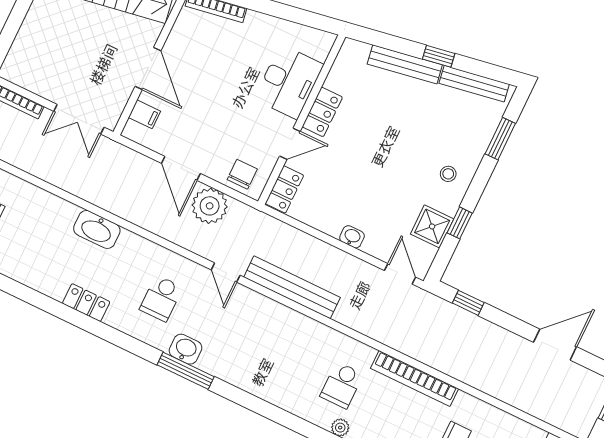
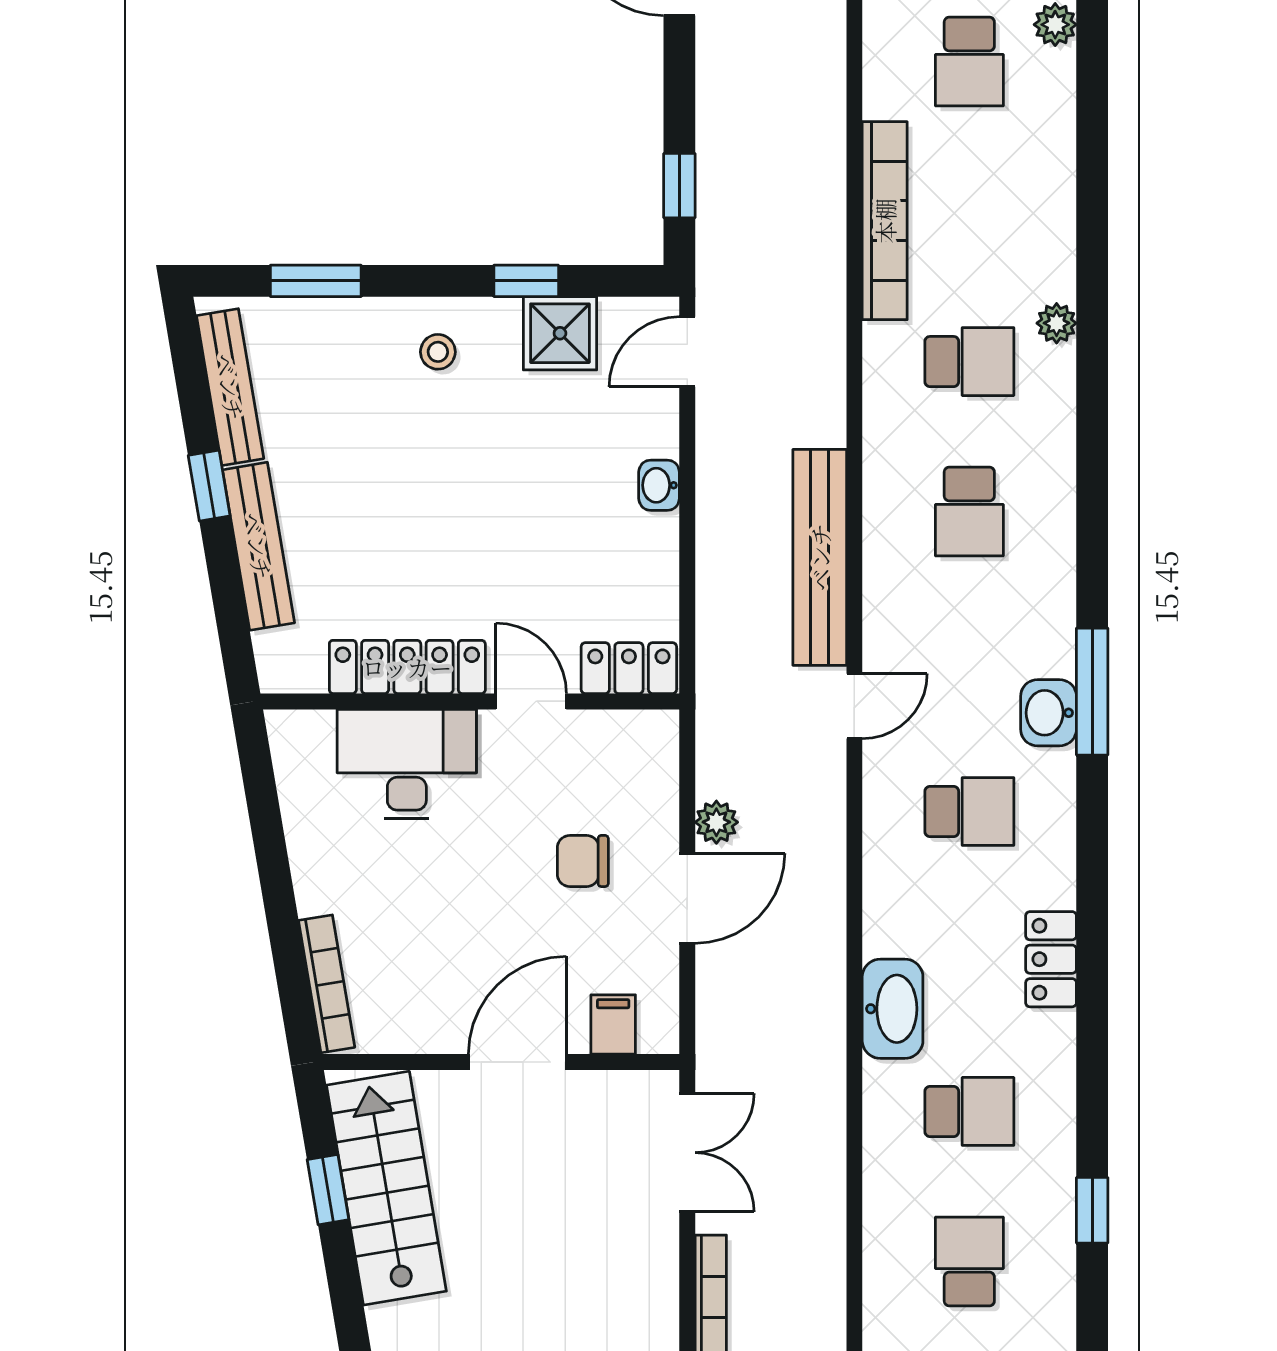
locker: (322, 112) -> (407, 667), width x1.53
chair: (242, 174) -> (583, 861), moved
plant: (210, 206) -> (716, 822), width x0.53, depth x0.53
school desk: (41, 240) -> (969, 1111), added
school desk: (282, 356) -> (969, 512), added

